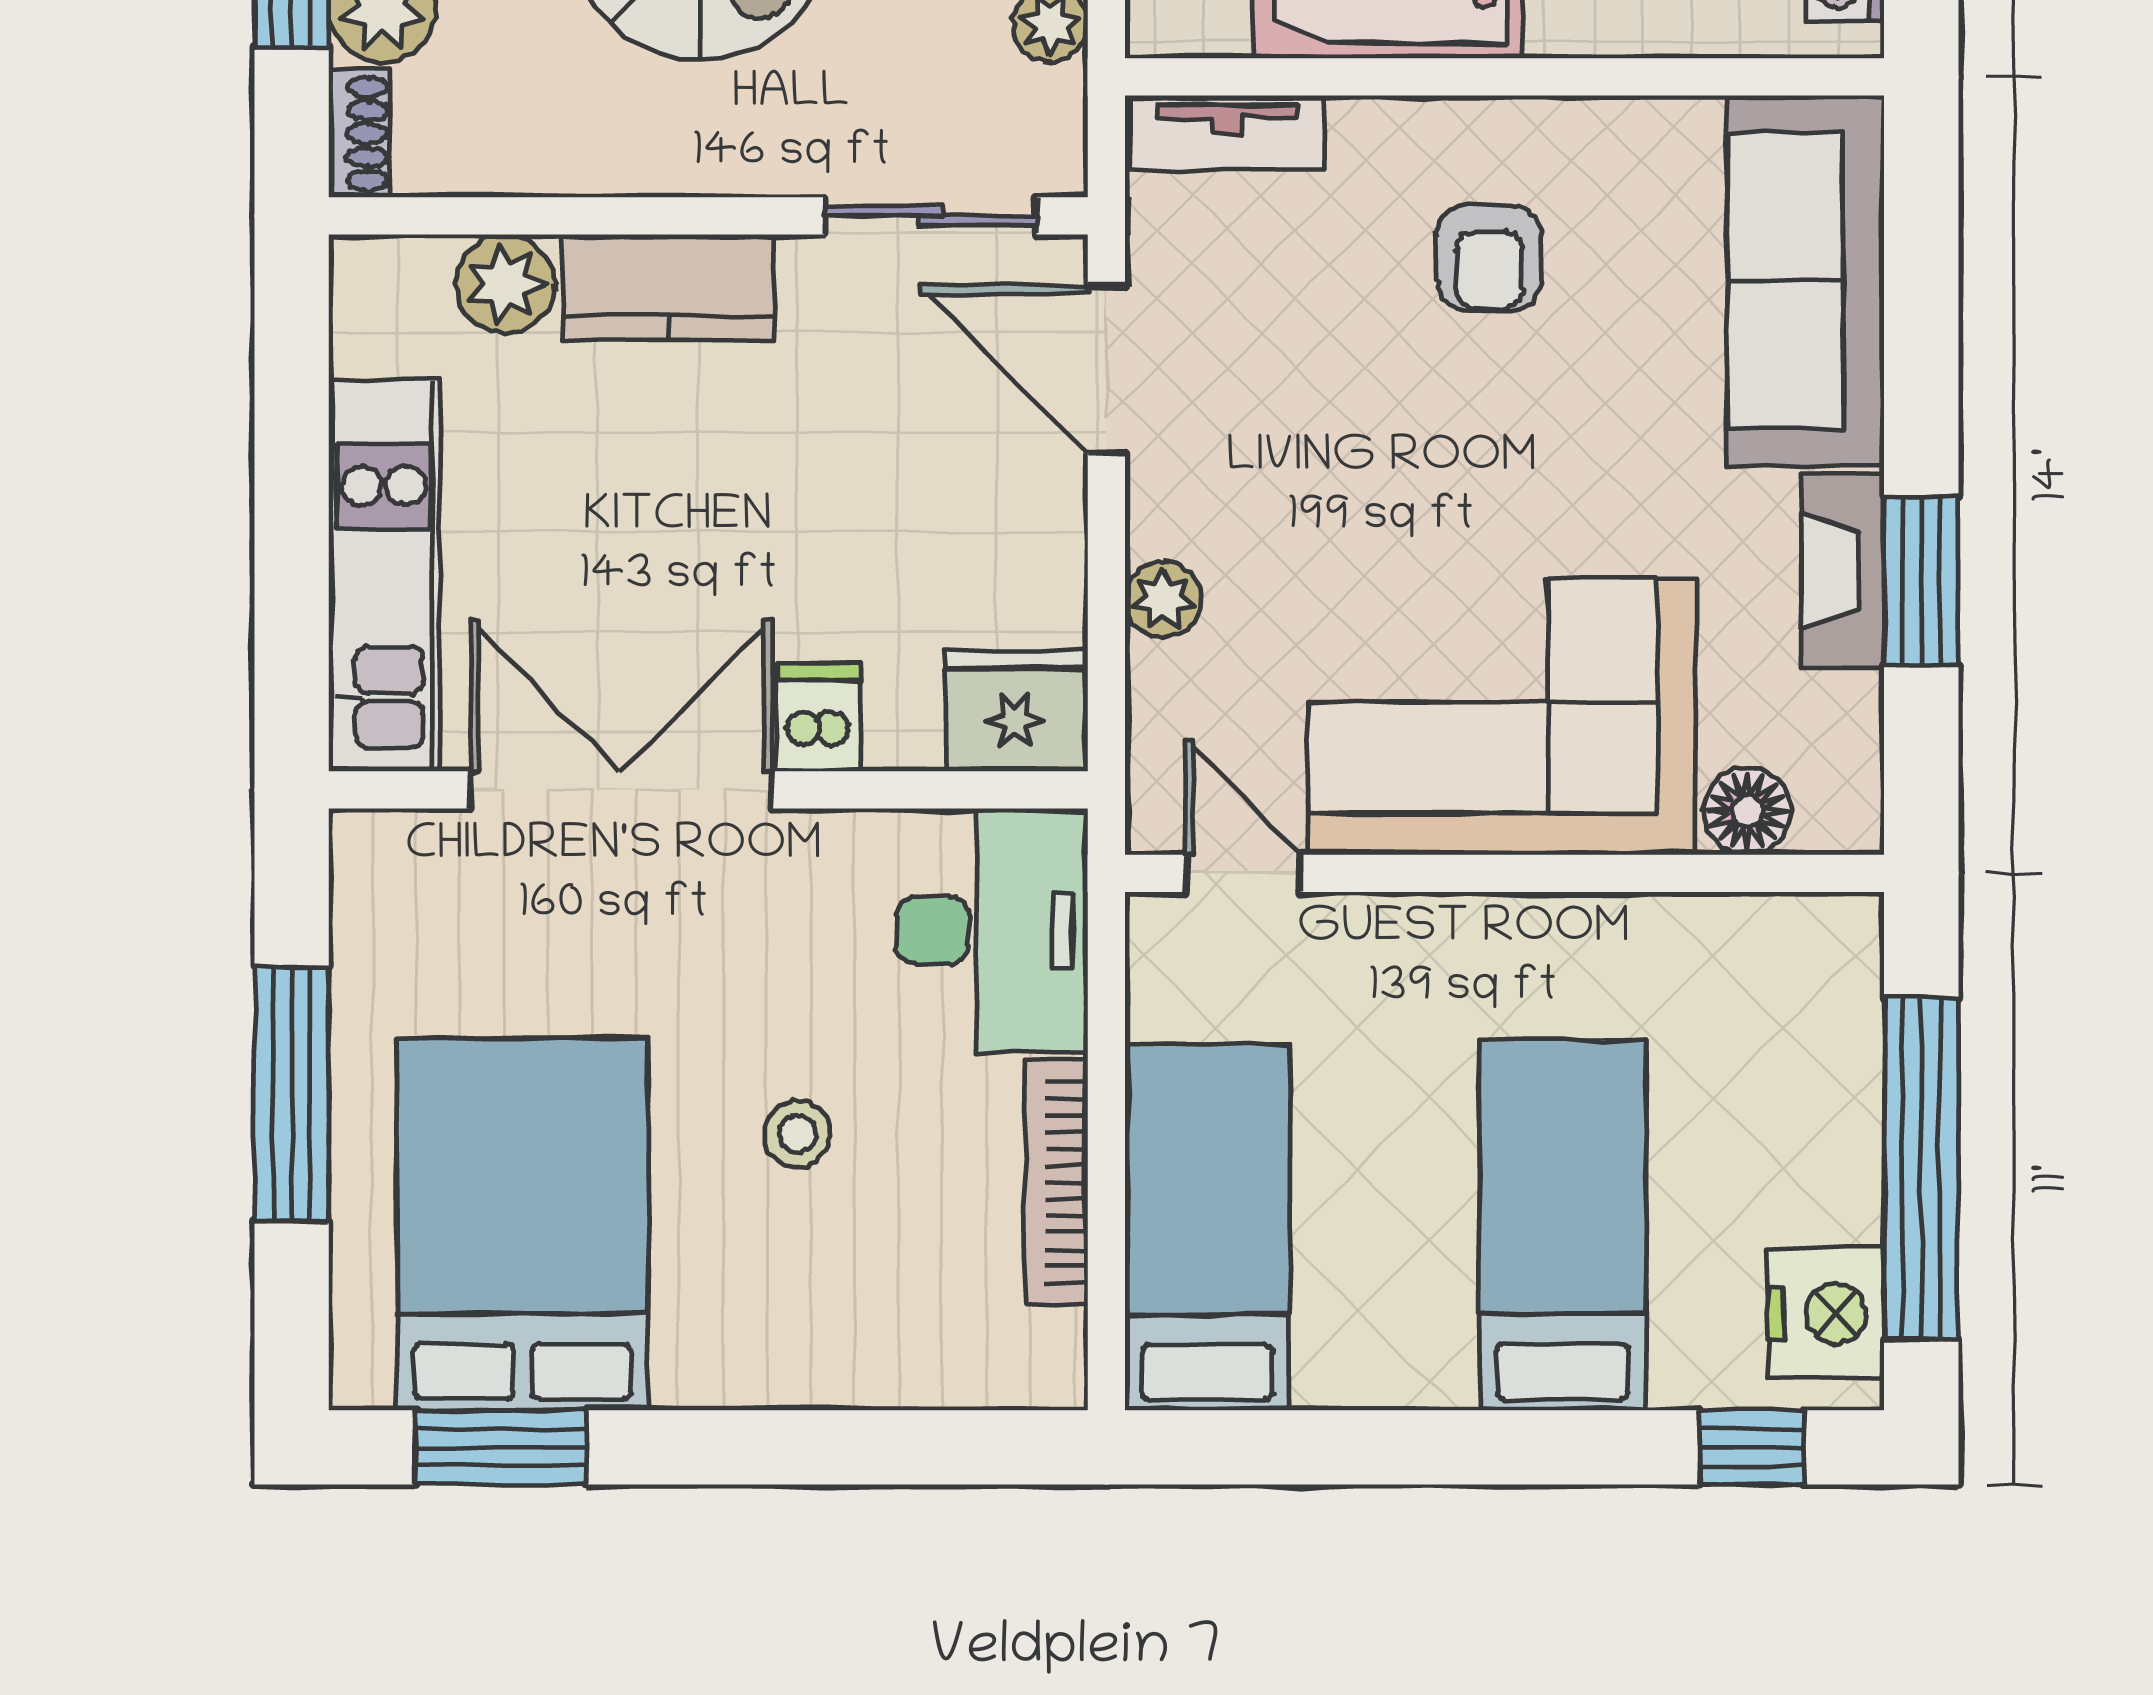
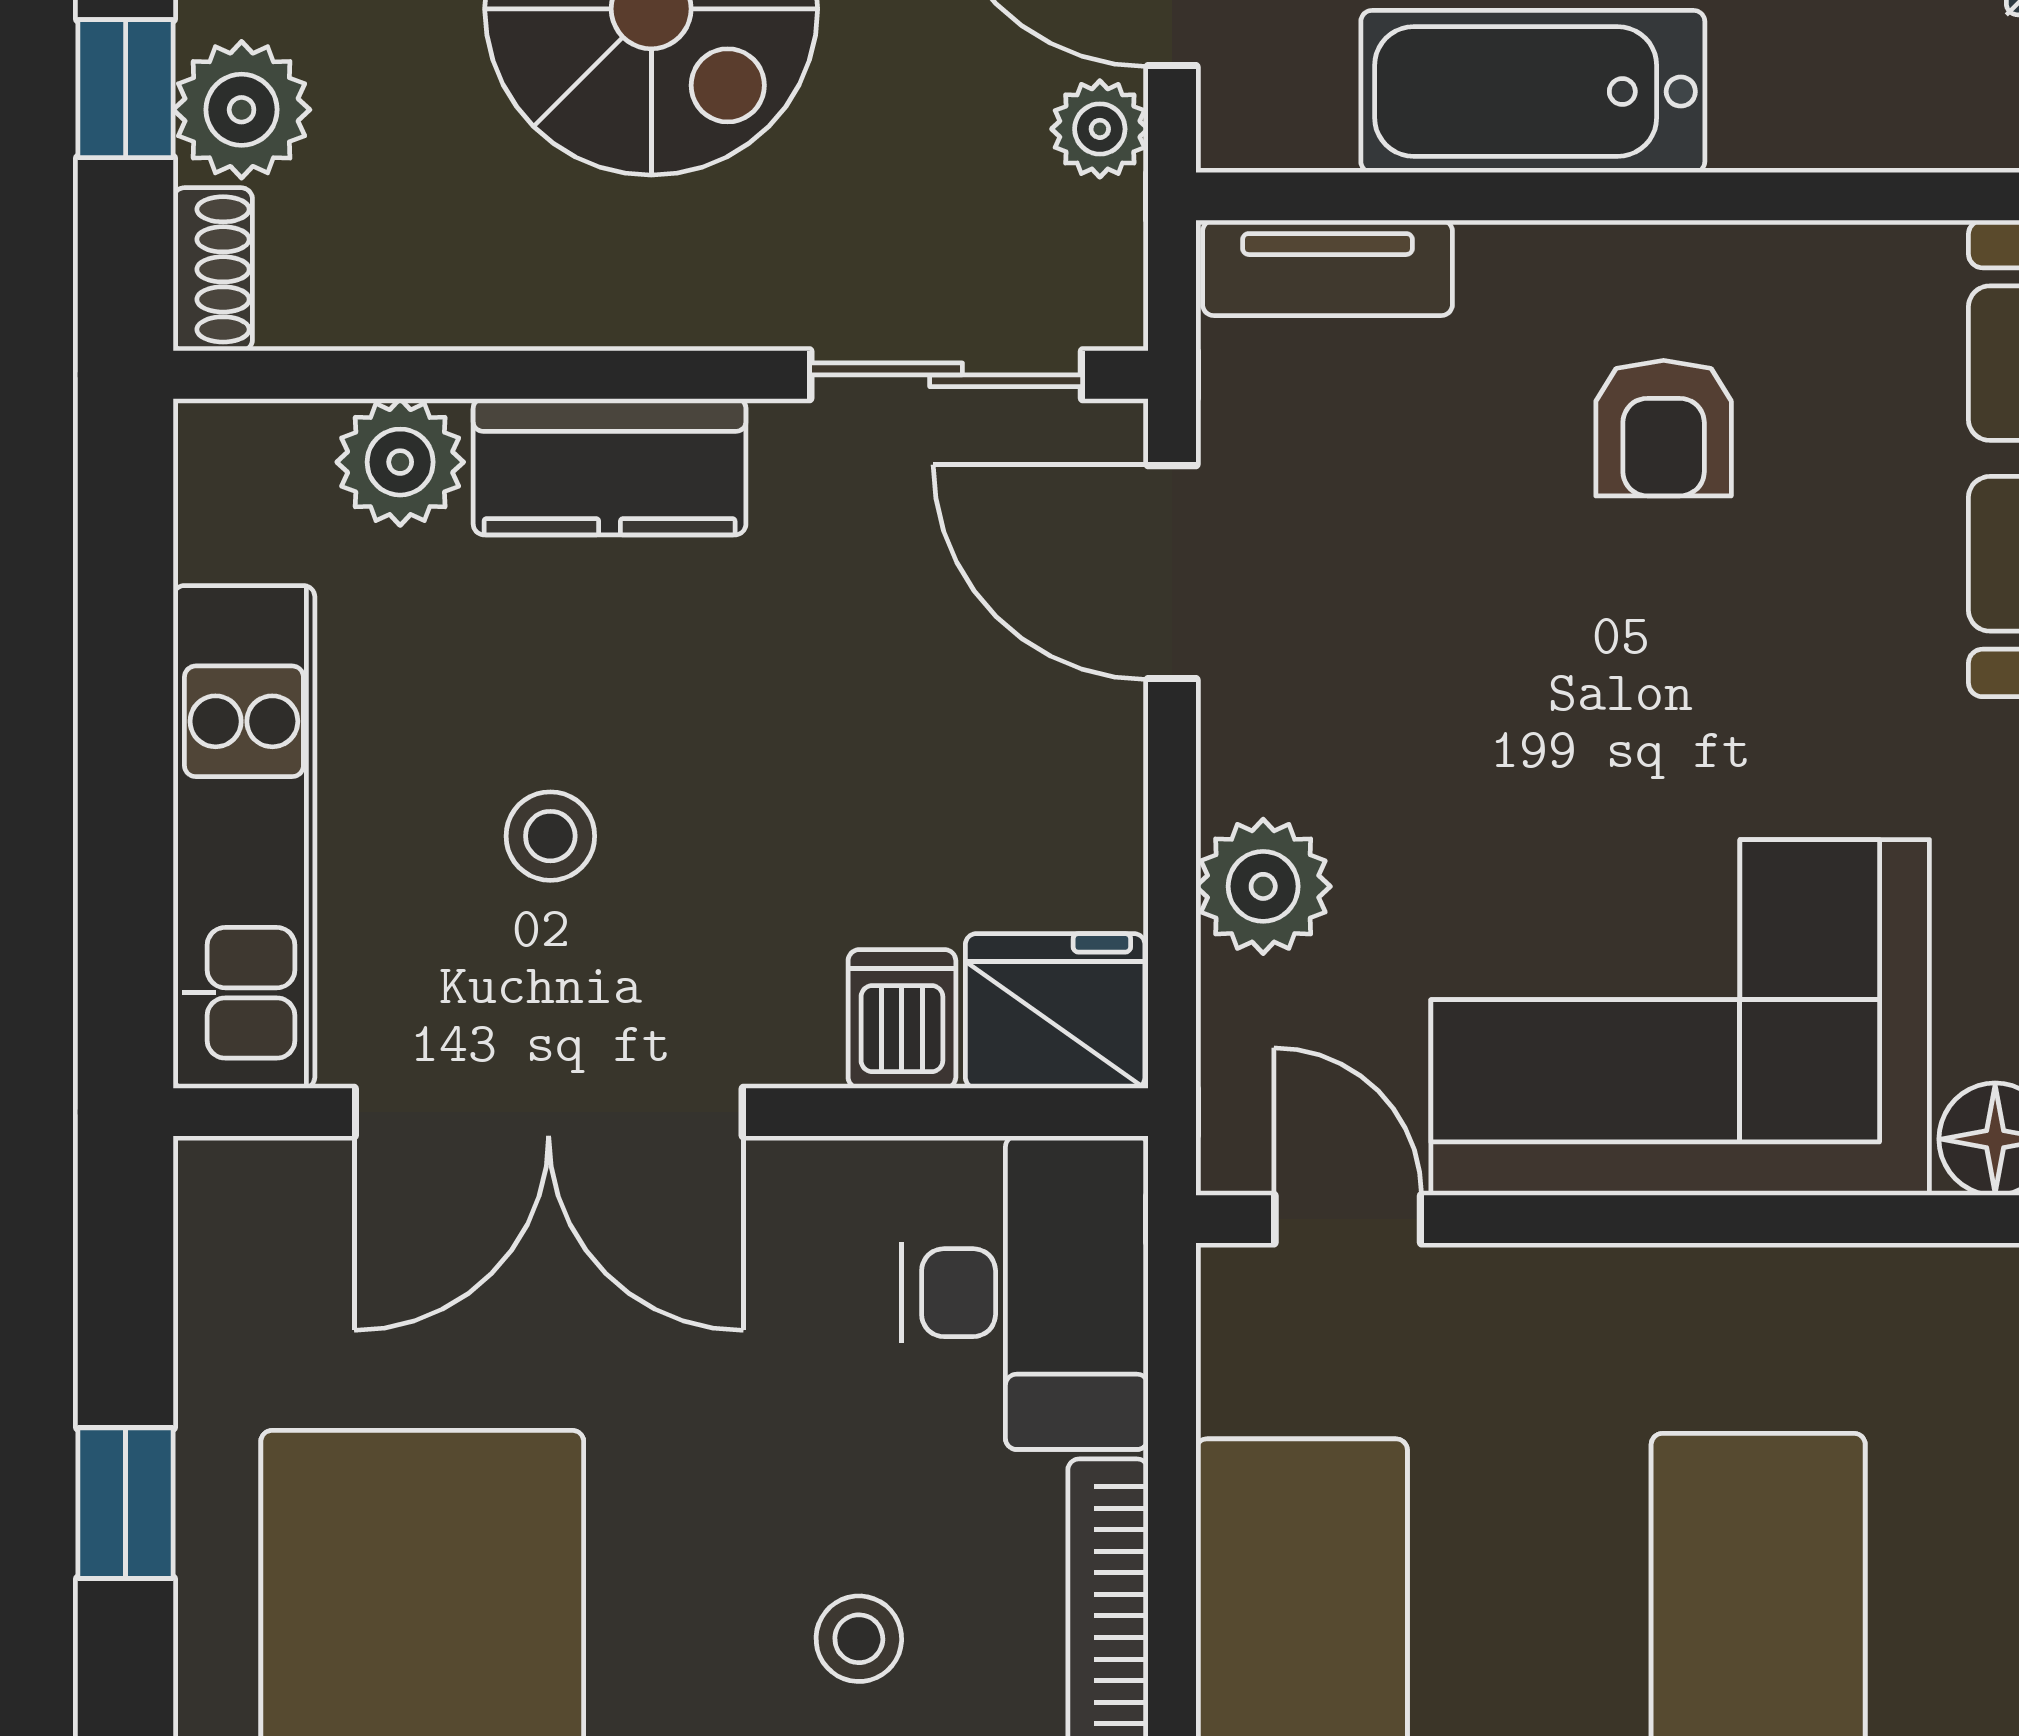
stool: (622, 575) -> (550, 836), added
plant: (1163, 600) -> (1263, 886), width x1.38, depth x1.38
dishwasher: (819, 717) -> (902, 1019), moved
double door: (621, 790) -> (549, 1112), swing flipped
window: (292, 1094) -> (126, 1503), width x0.46
stool: (798, 1134) -> (859, 1639), moved

